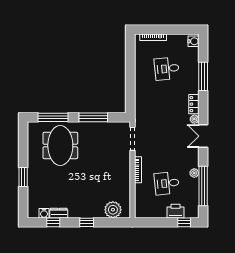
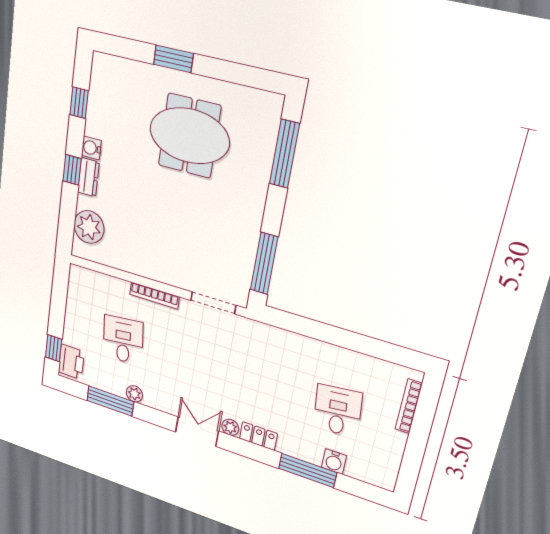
water cooler: (194, 41) -> (334, 462), moved
window: (93, 117) -> (264, 263), moved
meeting table: (60, 145) -> (189, 136), moved
window: (203, 186) -> (110, 401), width x0.68
printer: (175, 211) -> (71, 362), moved
water cooler: (44, 213) -> (91, 148), moved
dresser: (59, 213) -> (88, 177), moved

